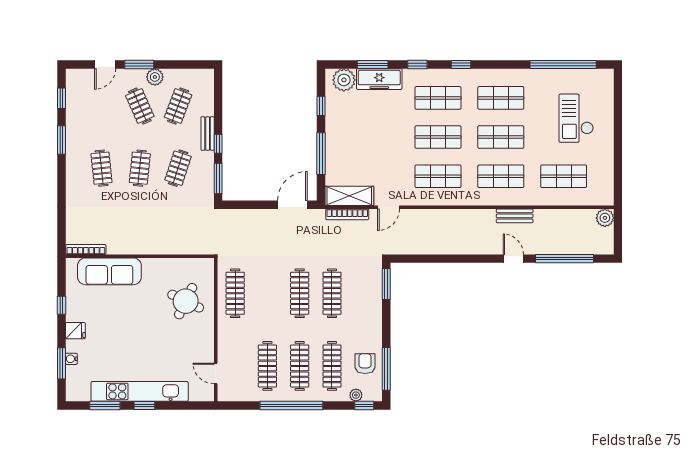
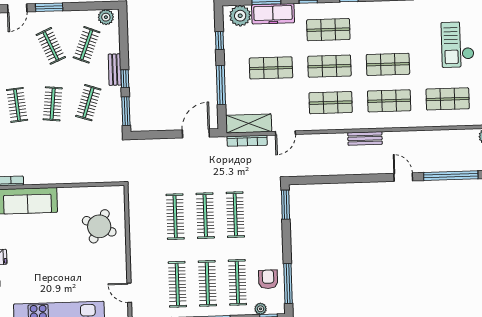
plant: (155, 77) -> (106, 17), moved
shop shelf: (501, 98) -> (271, 68), moved
bench: (515, 216) -> (365, 138), moved
clothes rail: (235, 293) -> (175, 217), moved

